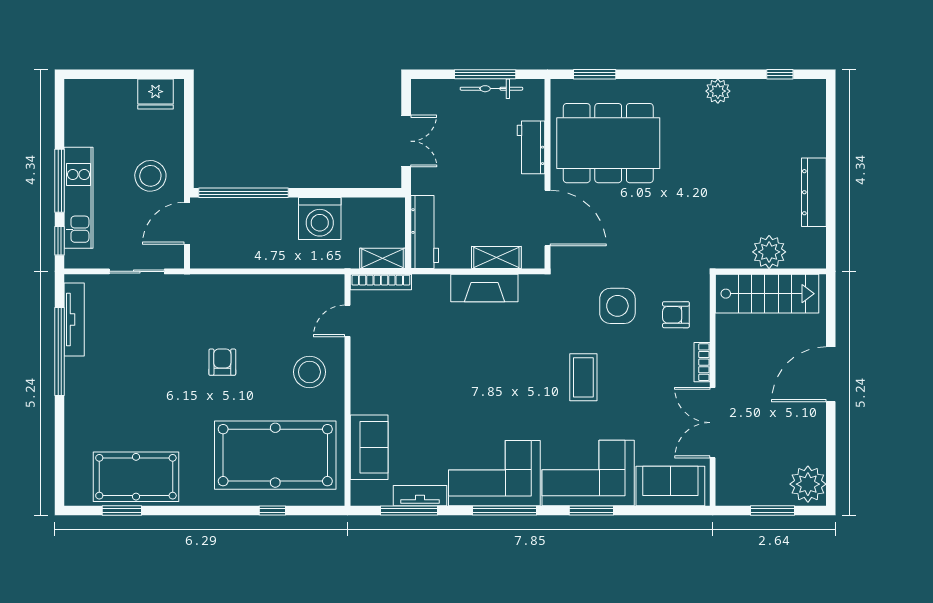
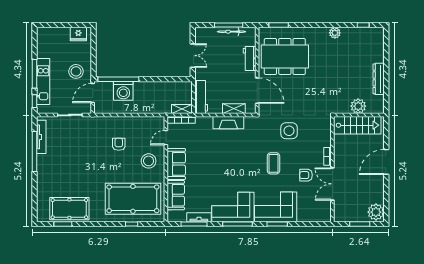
washing machine: (320, 218) -> (123, 91), moved
armchair: (676, 315) -> (306, 175), moved
armchair: (222, 362) -> (119, 144), moved
sofa: (670, 486) -> (176, 164), moved, turned 90

